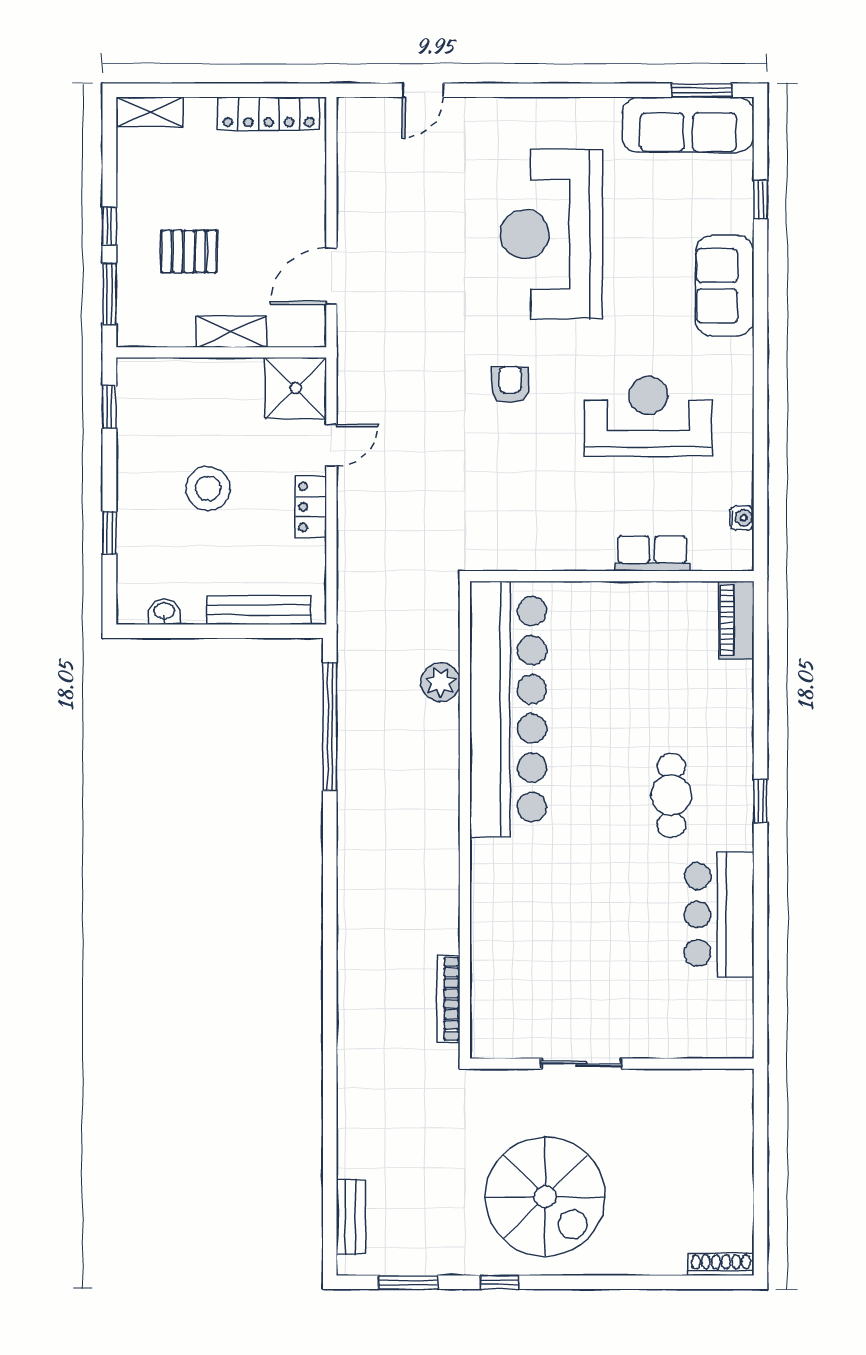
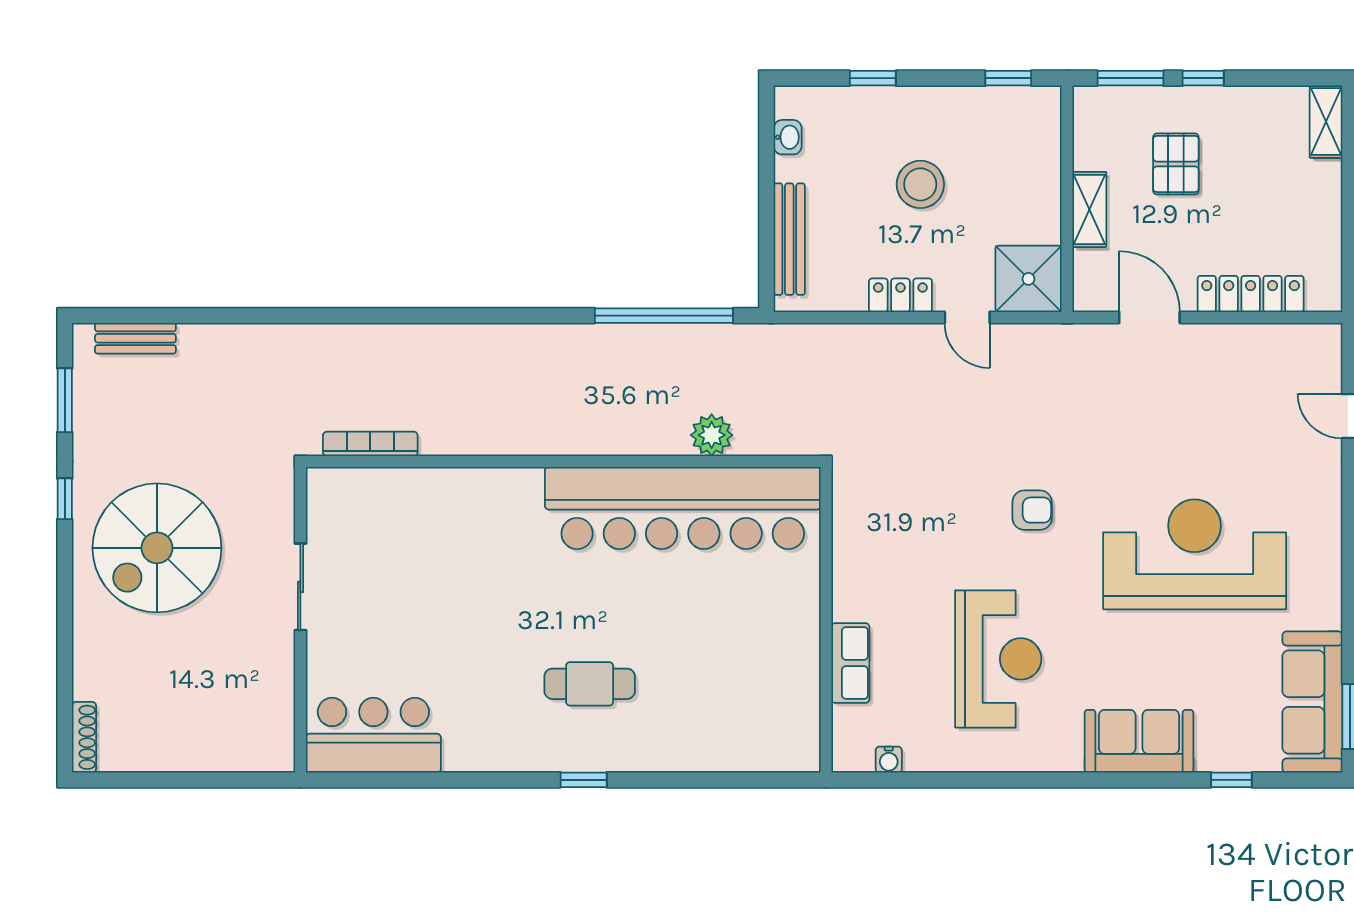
locker: (269, 114) -> (1251, 294), moved, turned 90
piano: (736, 620) -> (778, 754), removed
bar counter: (719, 914) -> (373, 735), moved

